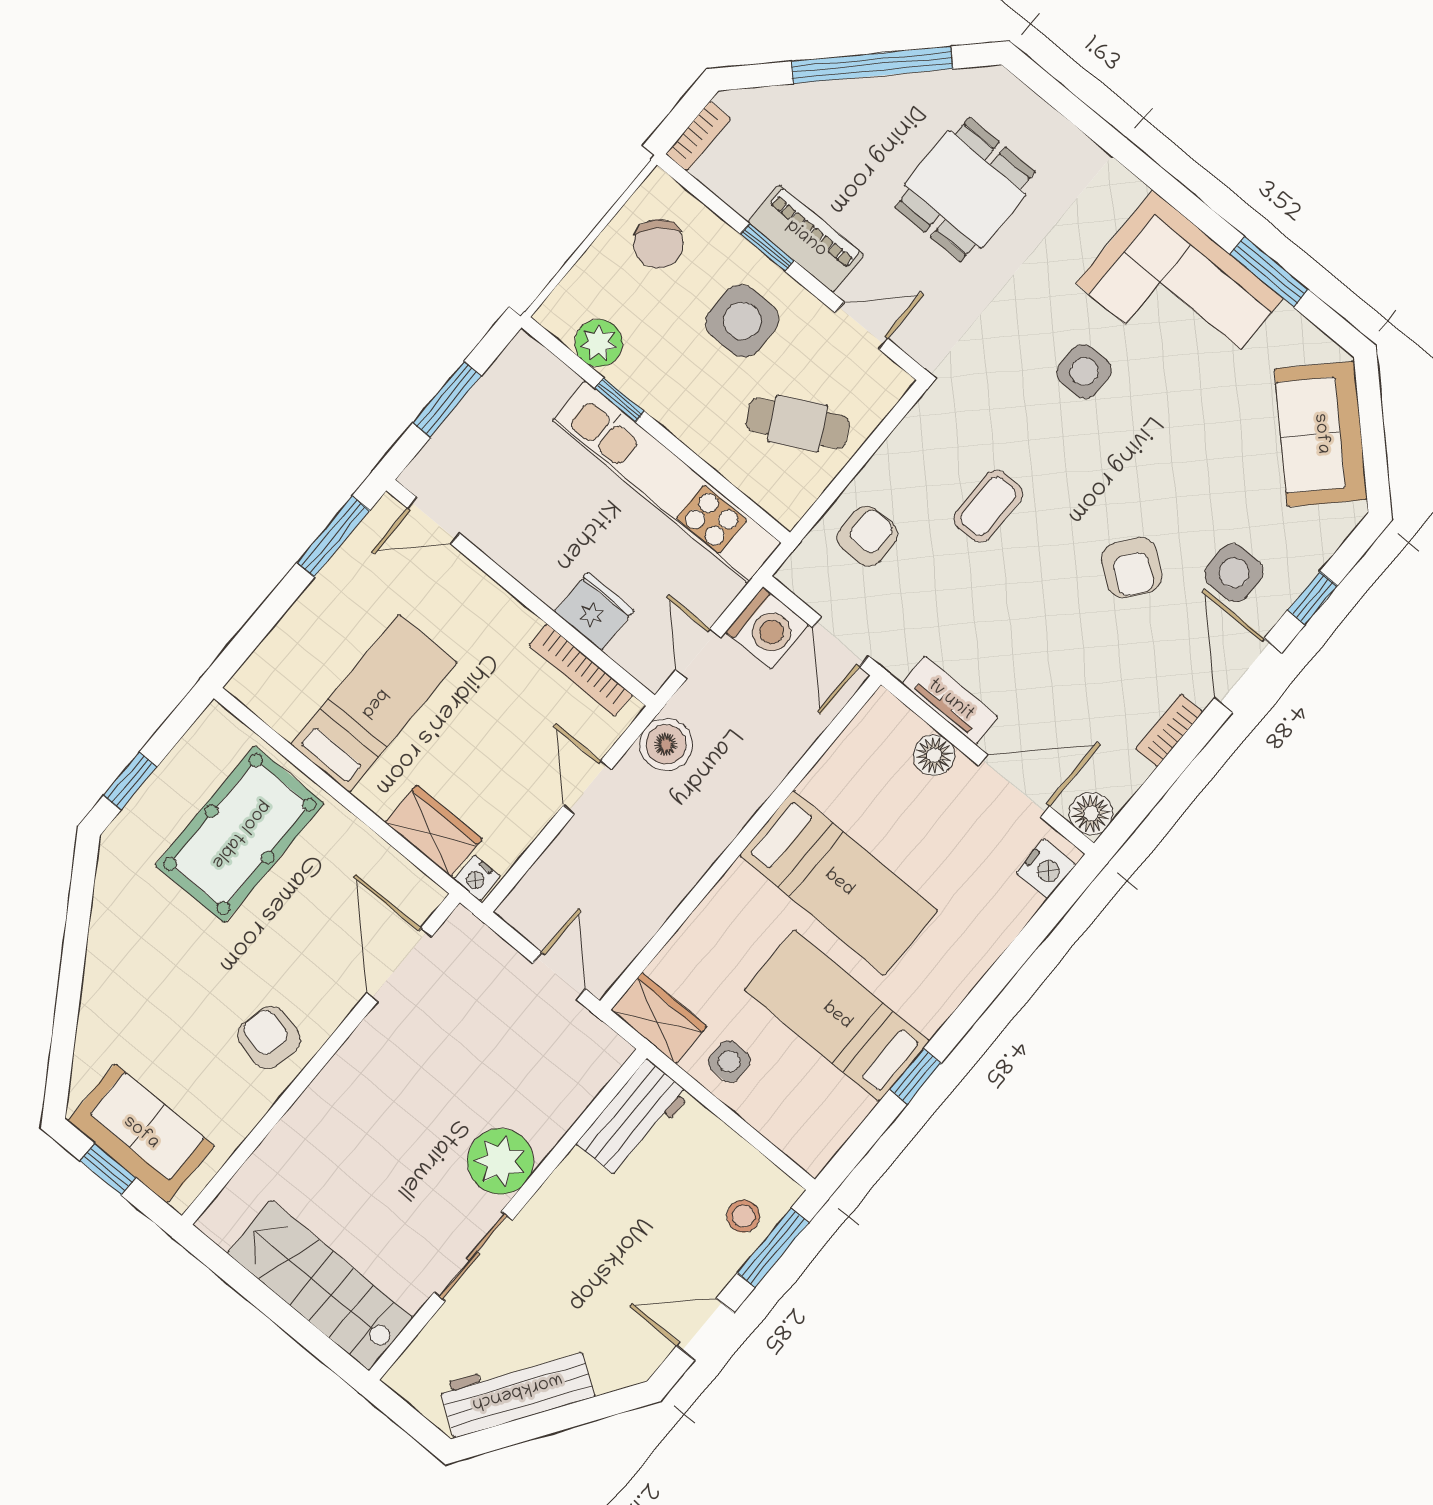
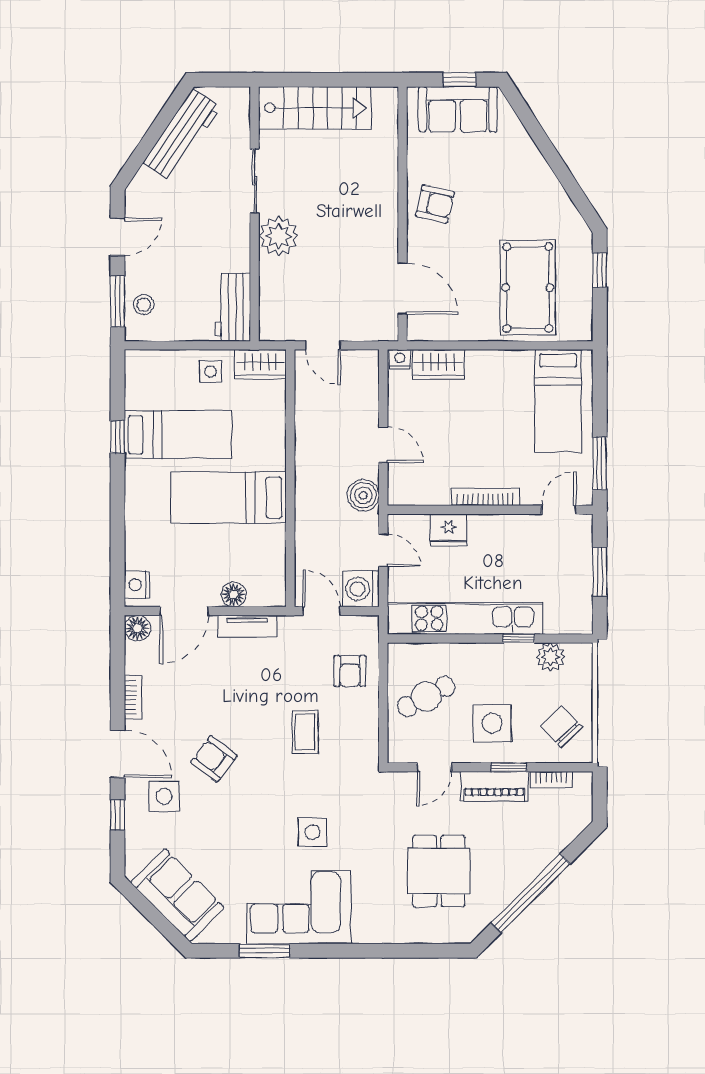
bookcase: (698, 136) -> (551, 780), moved, turned -90
bookcase: (581, 670) -> (485, 497), moved
bed: (374, 703) -> (558, 401), moved

